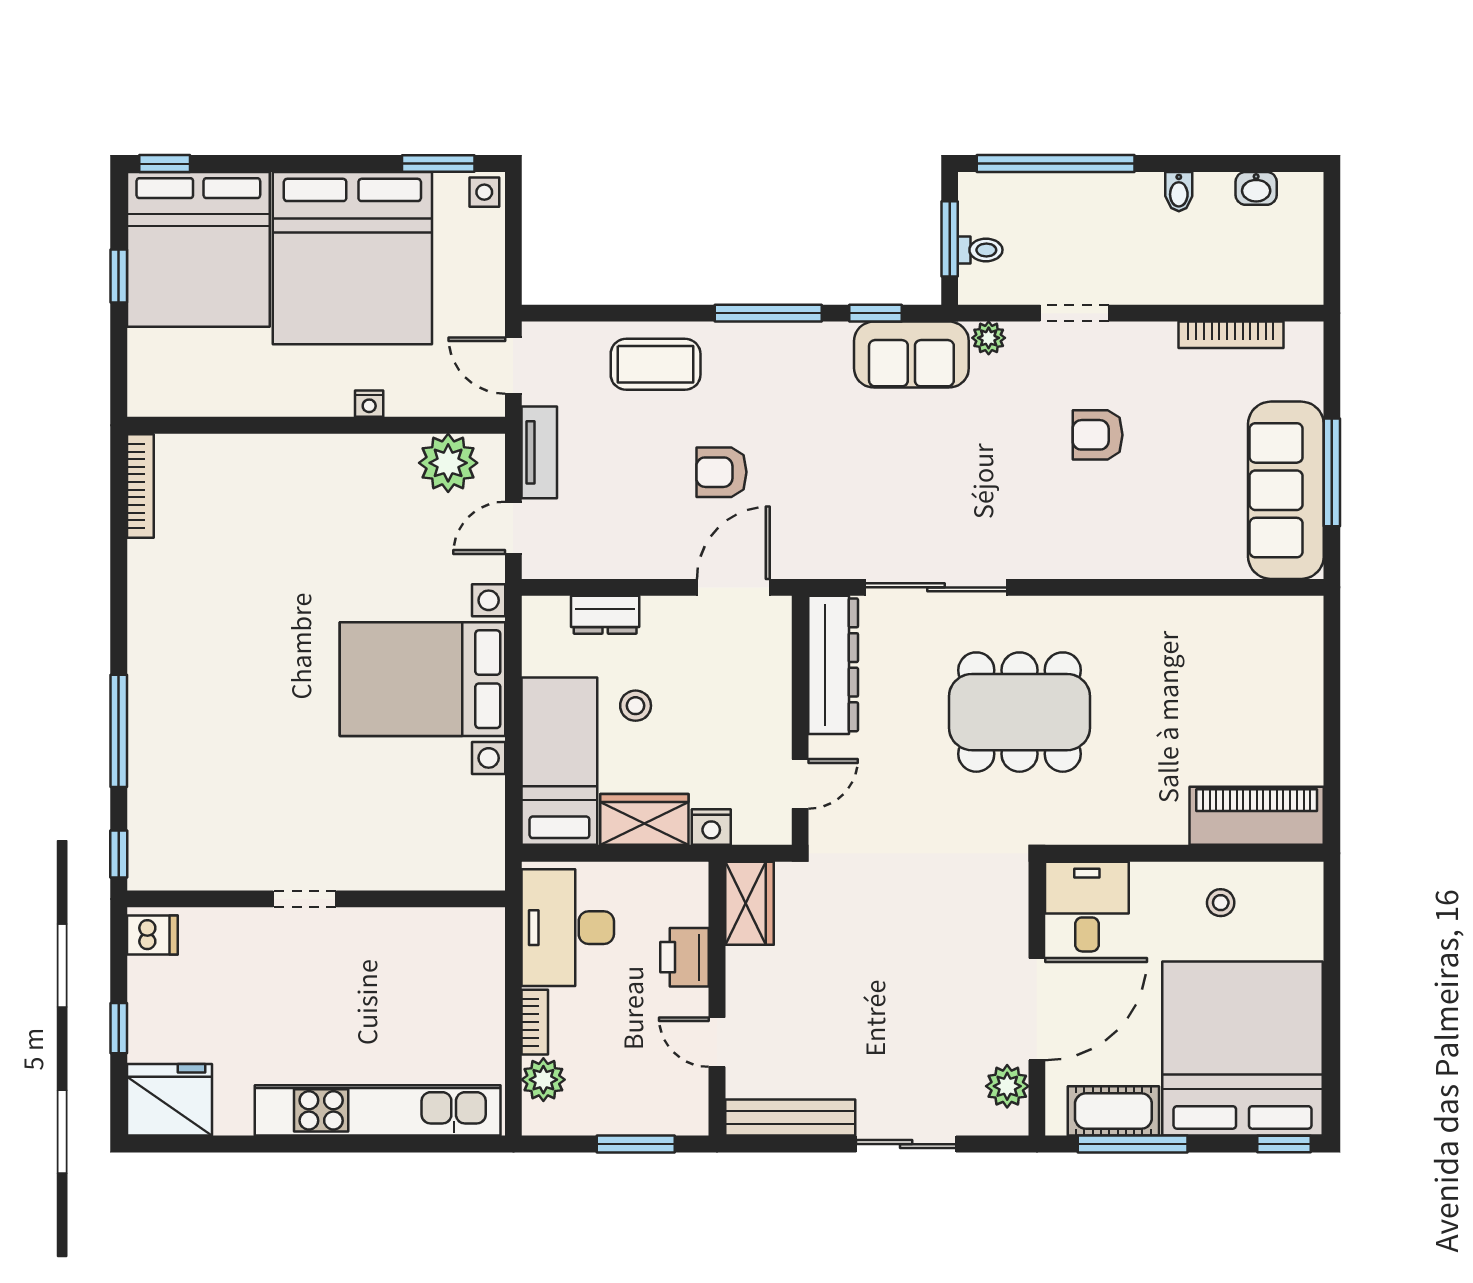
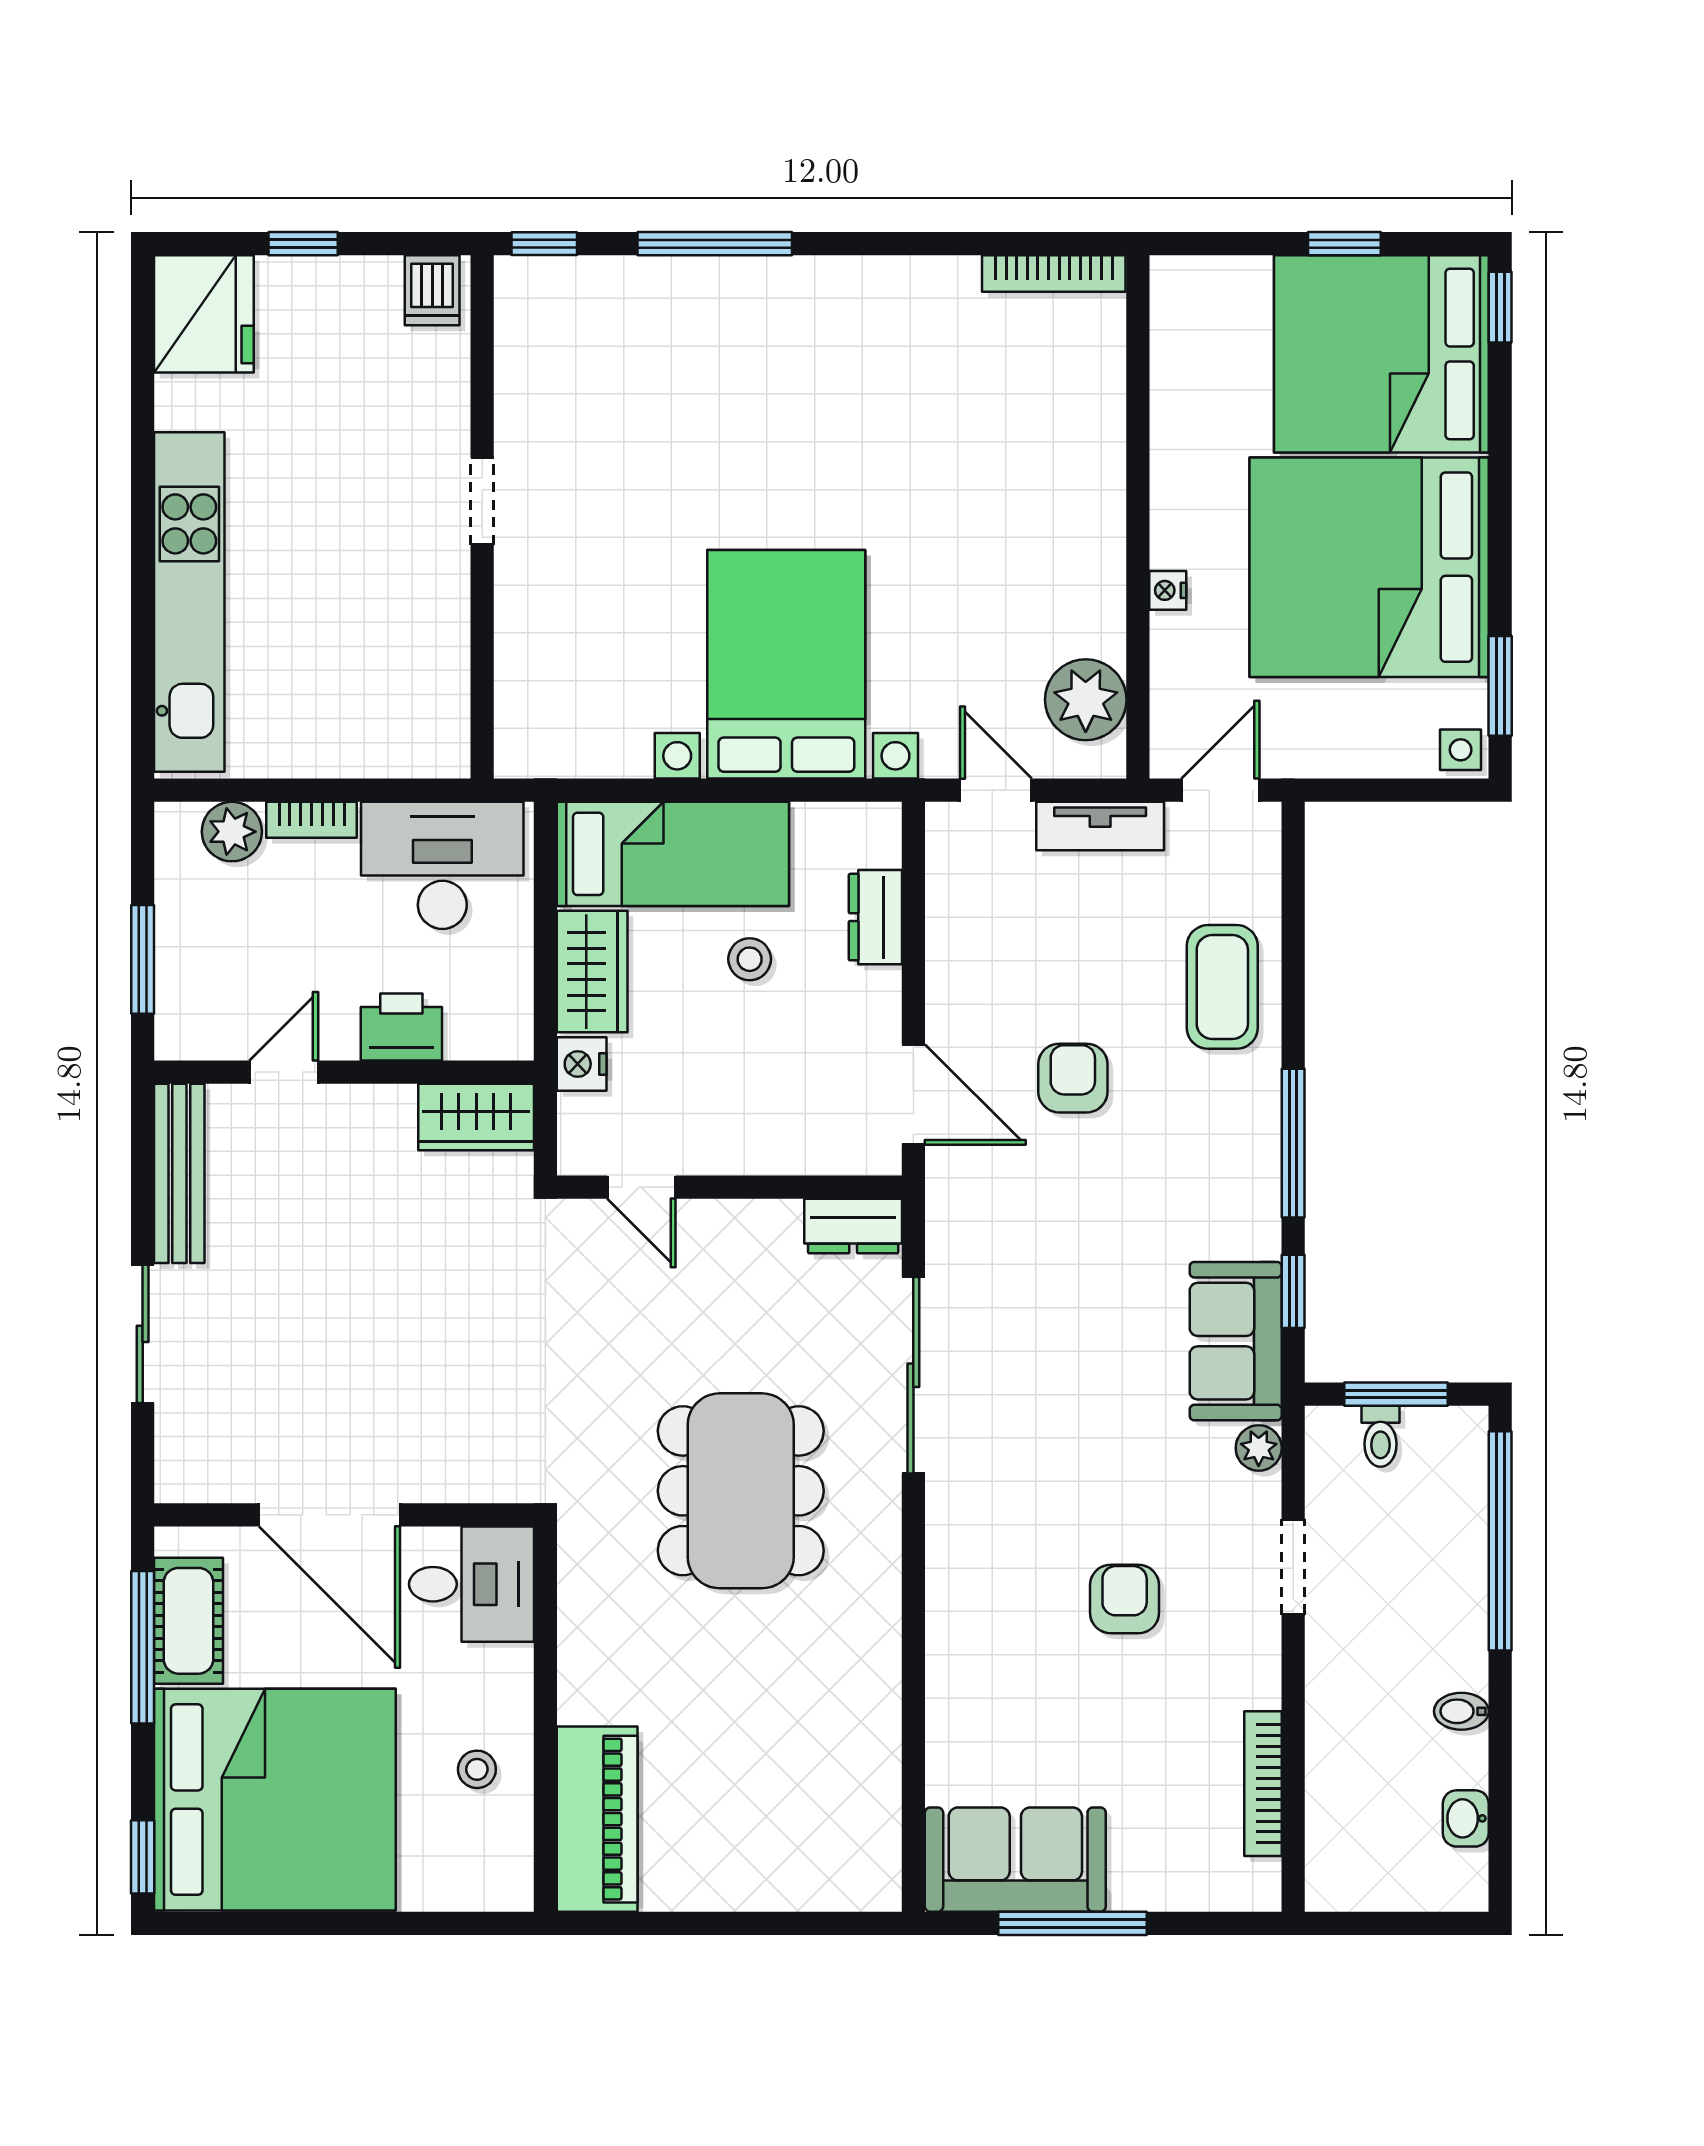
sofa: (1286, 490) -> (1015, 1860), width x0.73
dresser: (833, 665) -> (853, 1226), width x0.51, depth x0.80
plant: (1007, 1086) -> (223, 1474), removed

